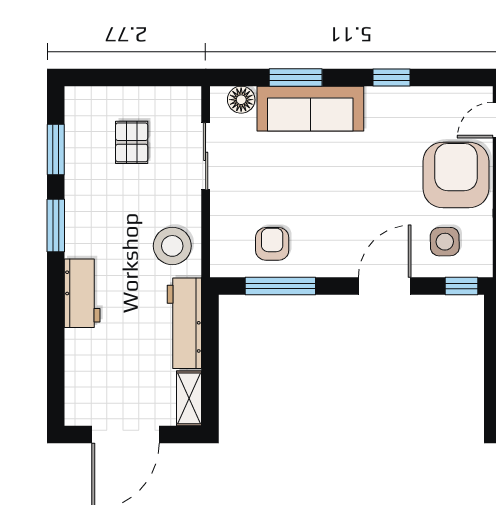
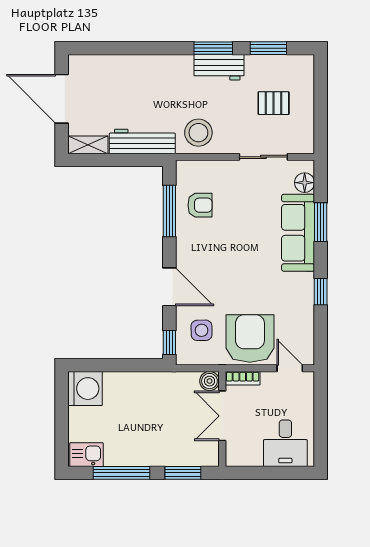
armchair: (456, 175) -> (250, 338), turned -90
workbench: (82, 293) -> (219, 67), moved

